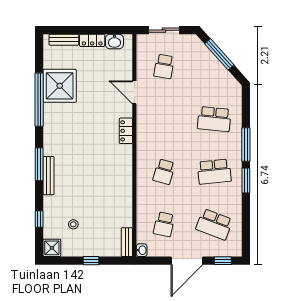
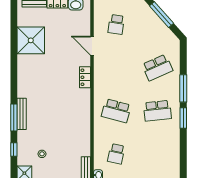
window: (39, 100) -> (14, 52), removed
school desk: (214, 119) -> (157, 68), turned -30
window: (39, 164) -> (14, 117), moved
school desk: (164, 172) -> (116, 111), width x1.85
school desk: (214, 224) -> (157, 154), removed

